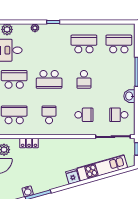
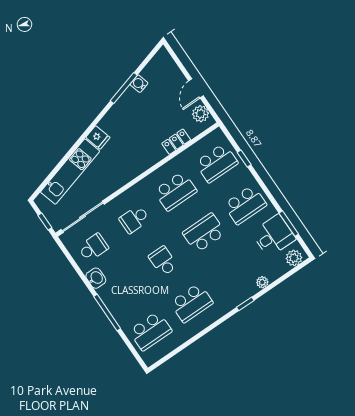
school desk: (49, 115) -> (175, 191), width x1.85

